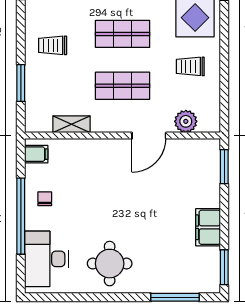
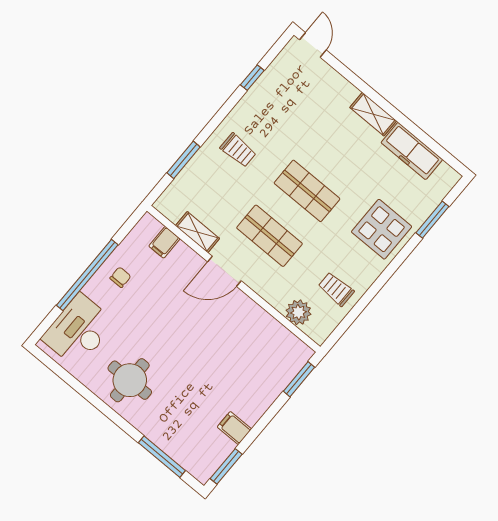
trolley: (53, 45) -> (238, 150), turned 180
trolley: (190, 66) -> (336, 289), moved
door: (149, 136) -> (224, 271), moved
filing cabinet: (36, 154) -> (164, 242), moved, turned 90
filing cabinet: (208, 227) -> (234, 428), width x0.50

